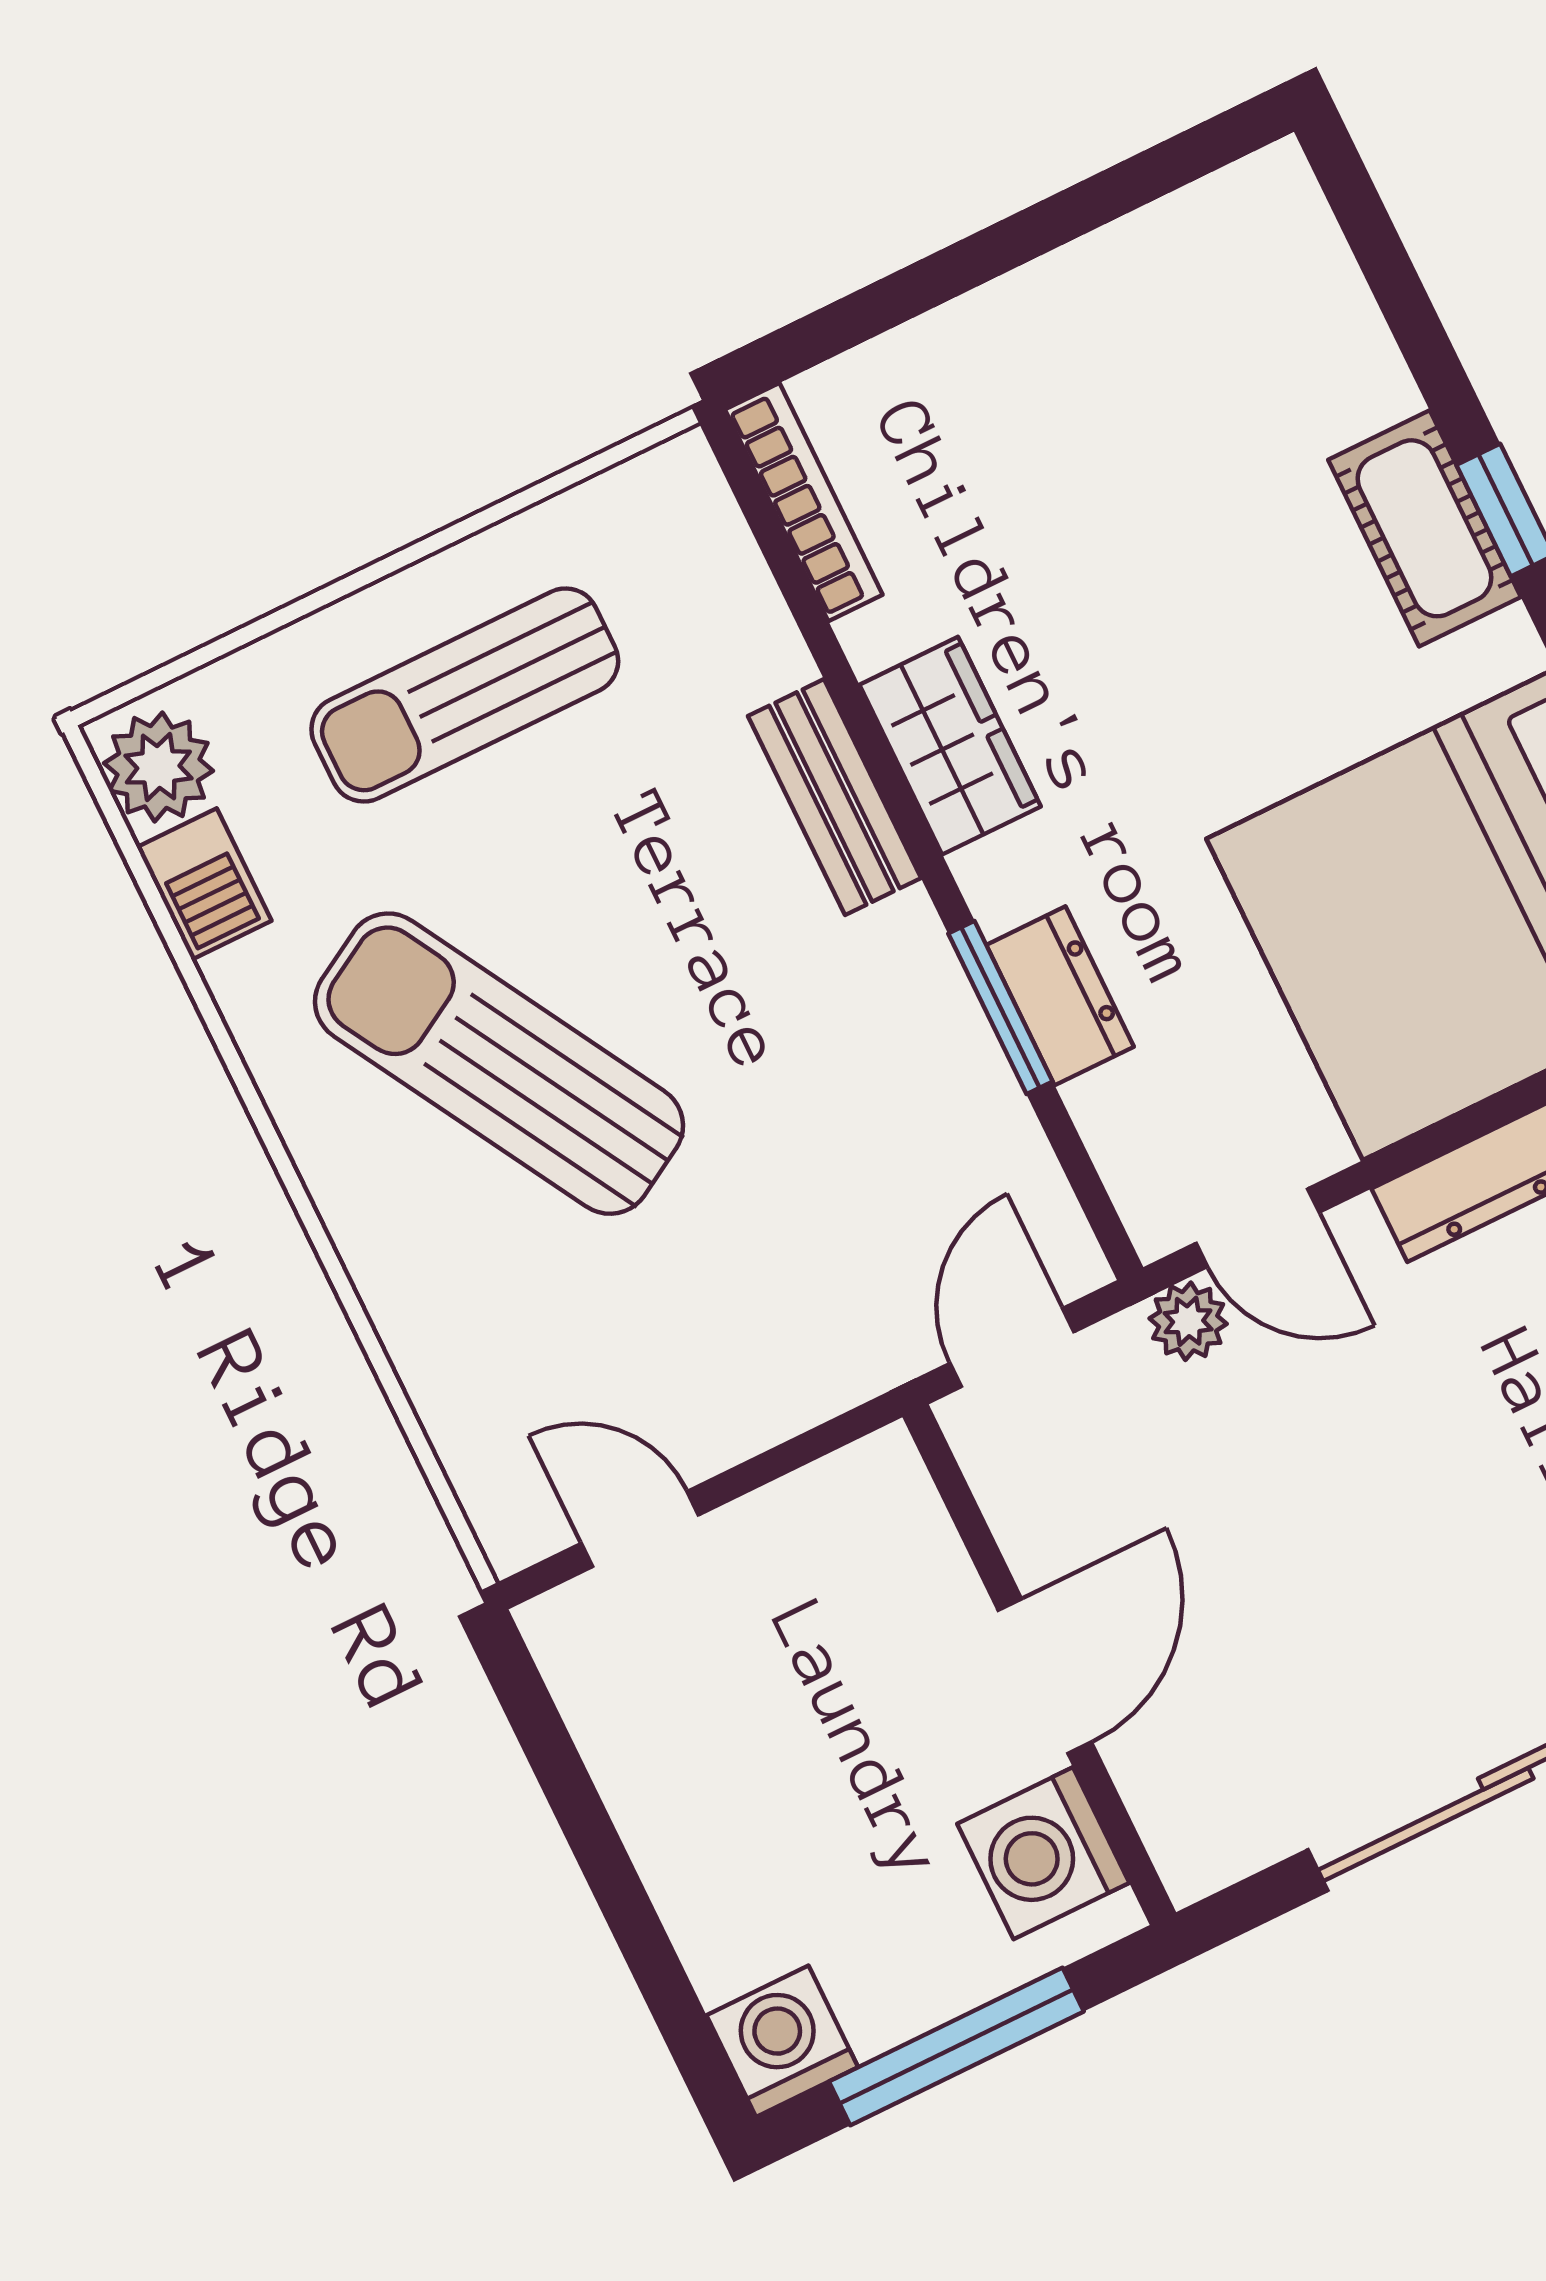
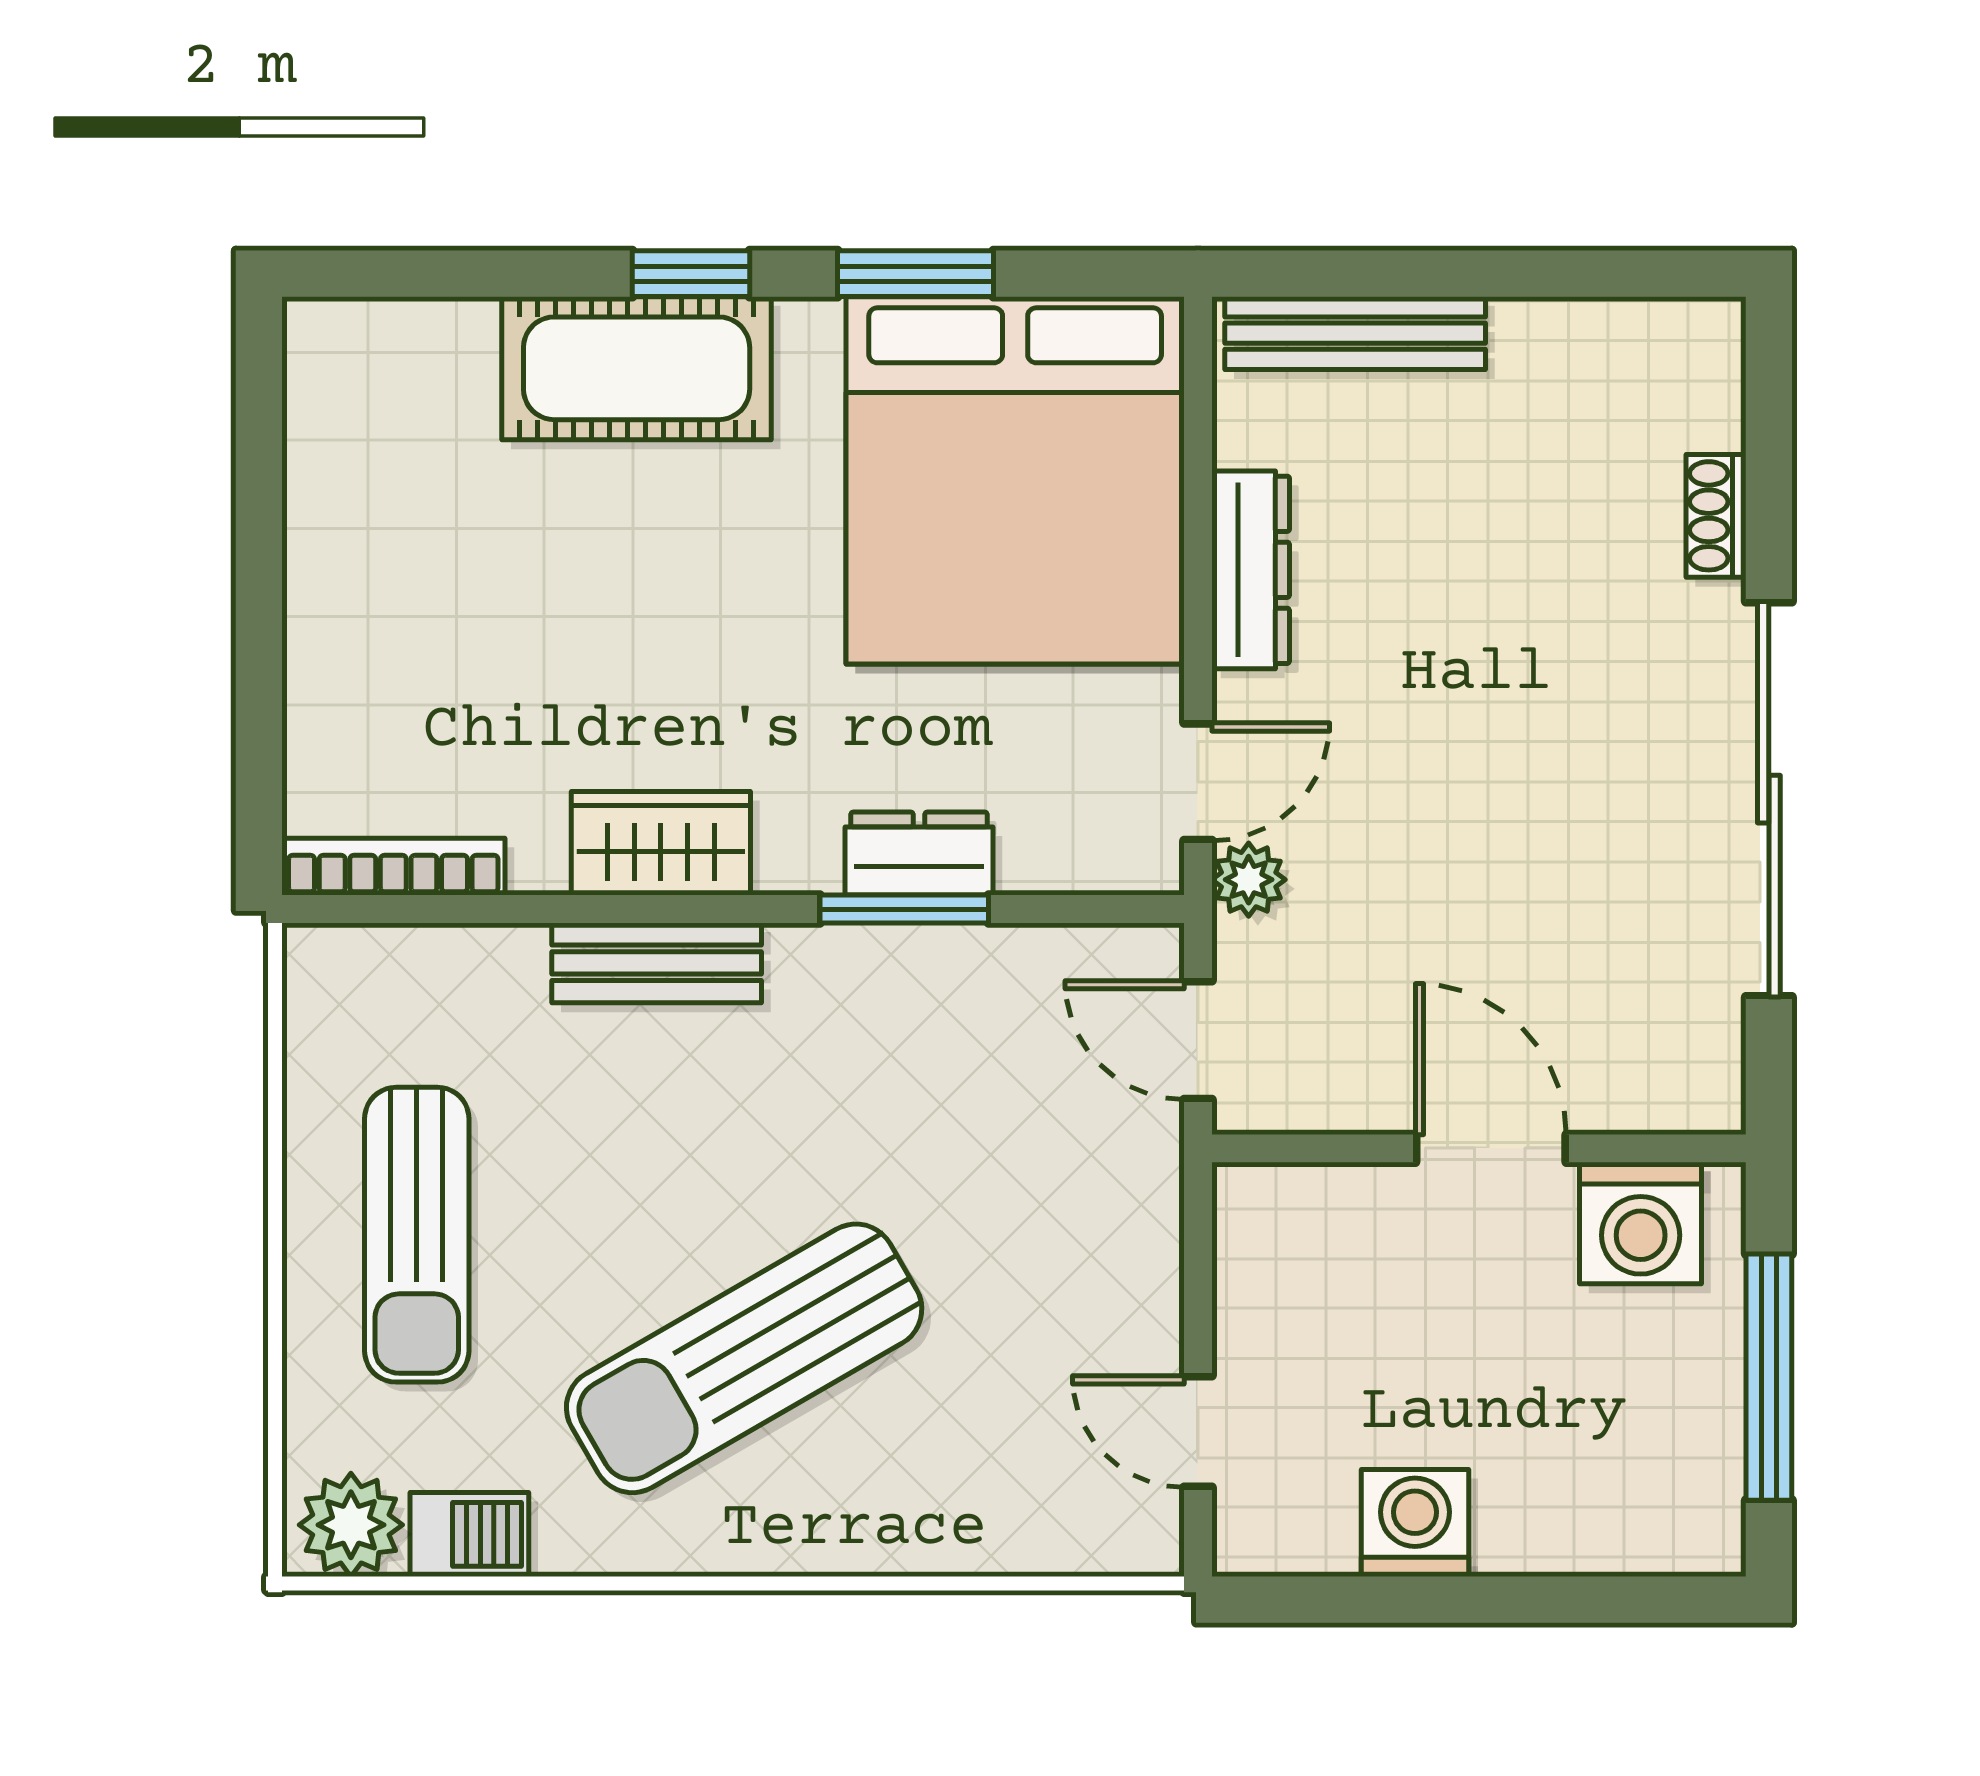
cot: (1424, 528) -> (637, 368), width x1.37, depth x1.34
door: (640, 1529) -> (1198, 1432), hinge flipped
washing machine: (782, 2041) -> (1415, 1523), moved, turned 90

